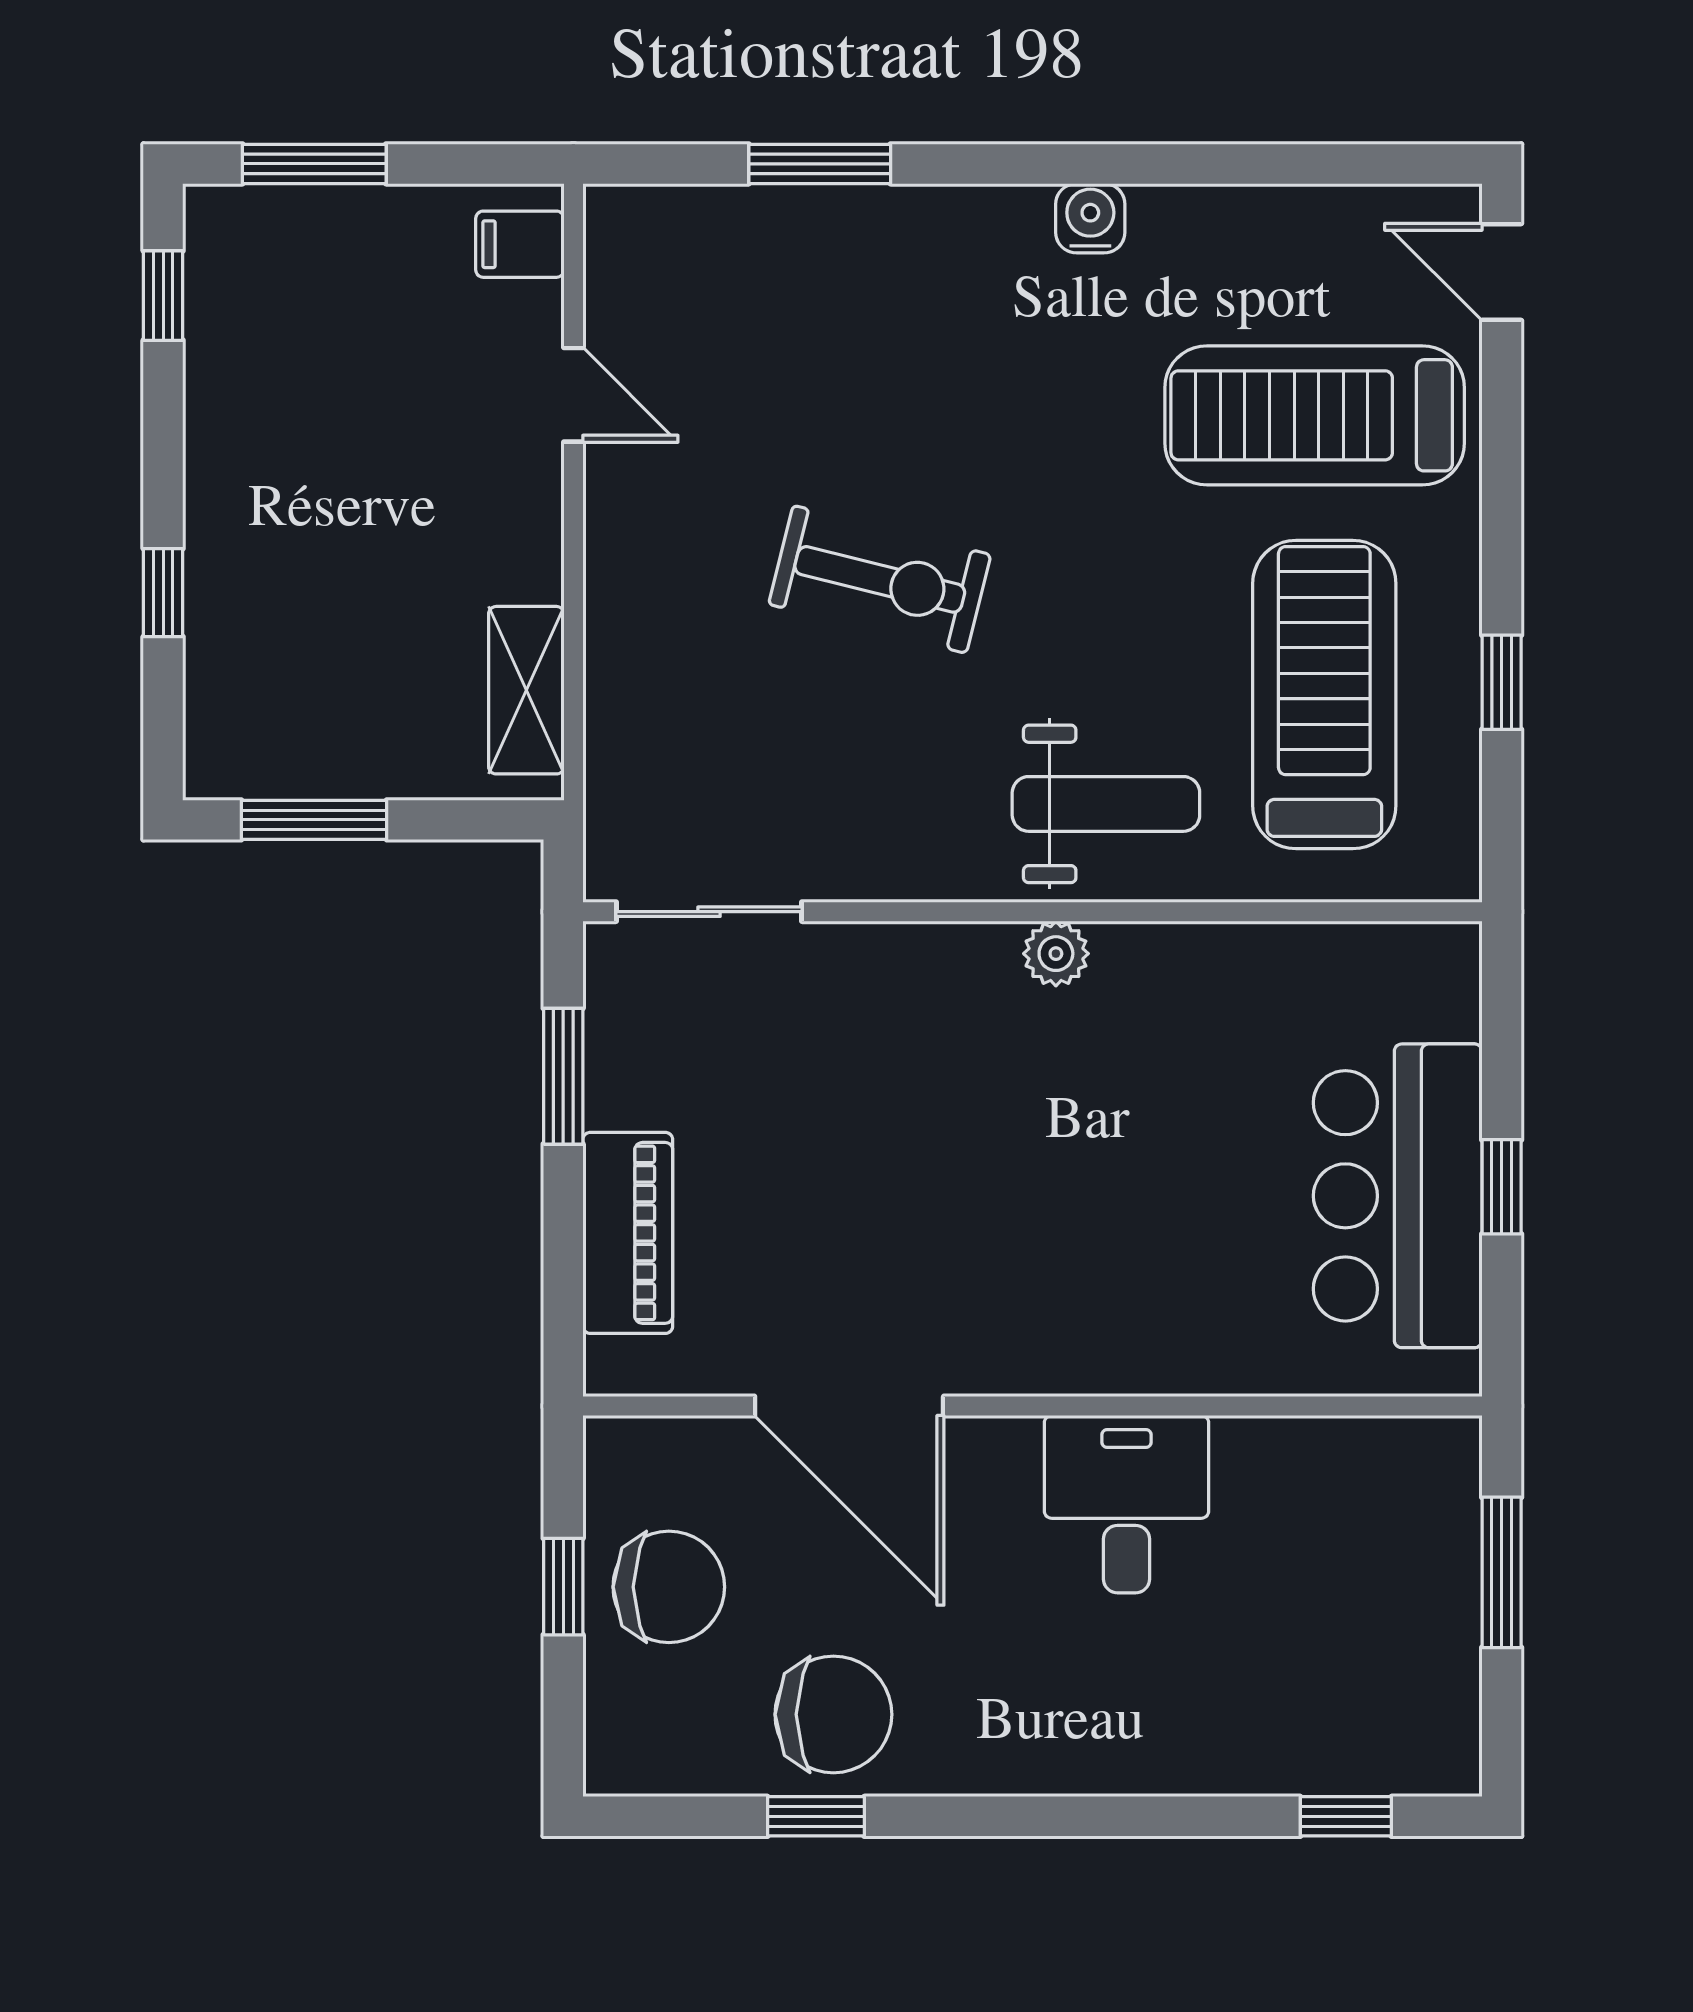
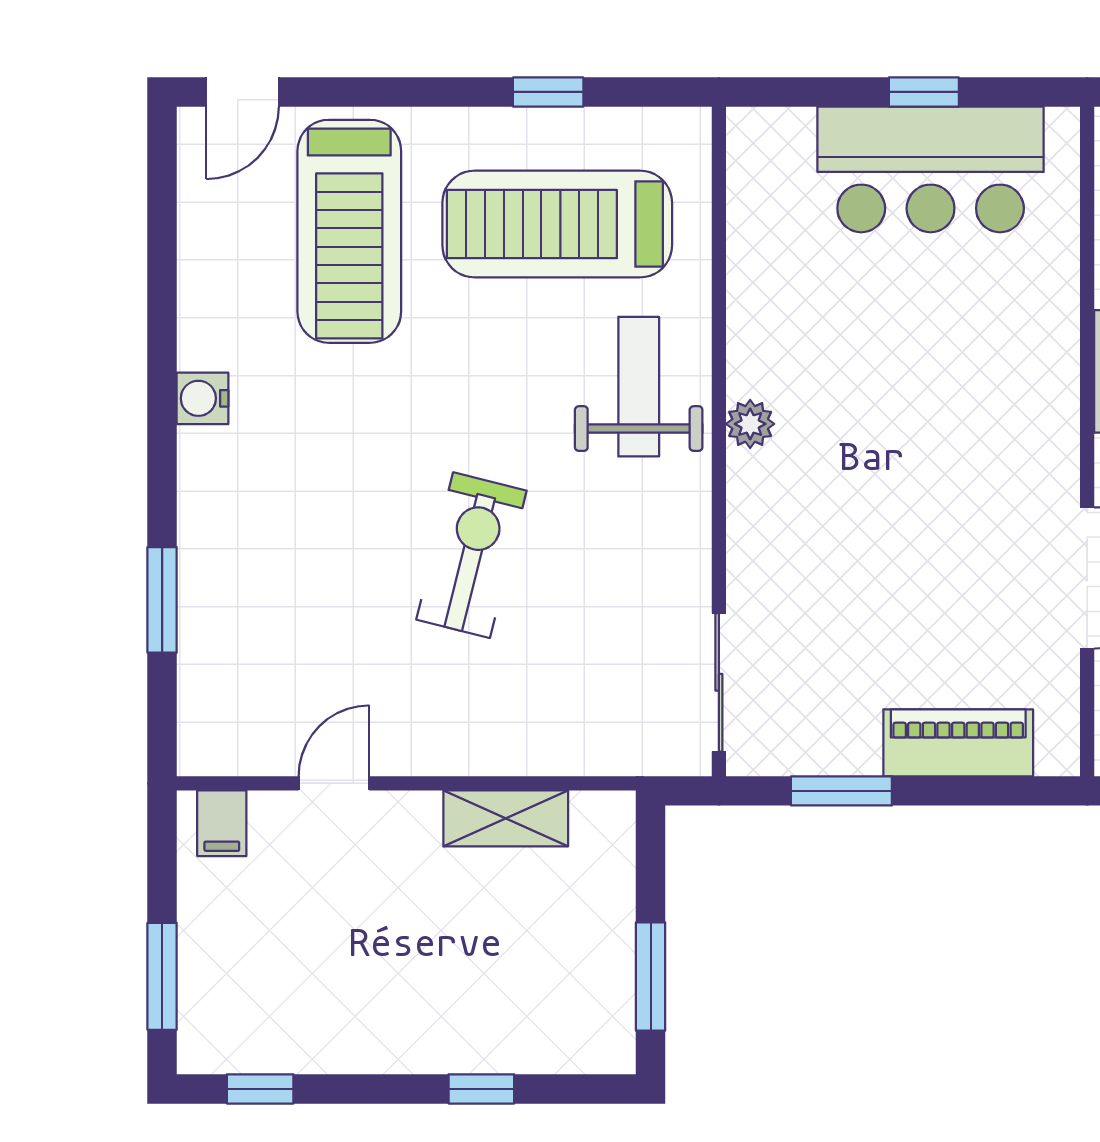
shelving: (526, 690) -> (506, 818), moved

